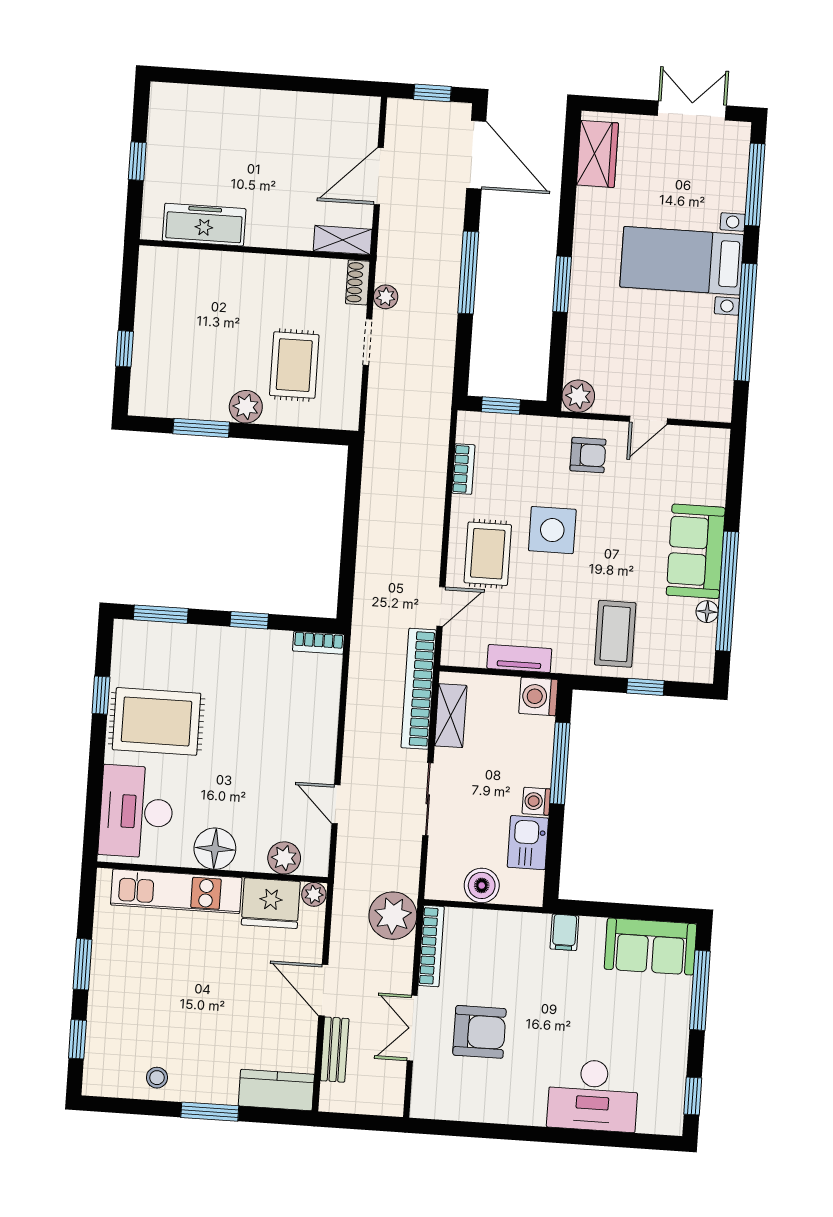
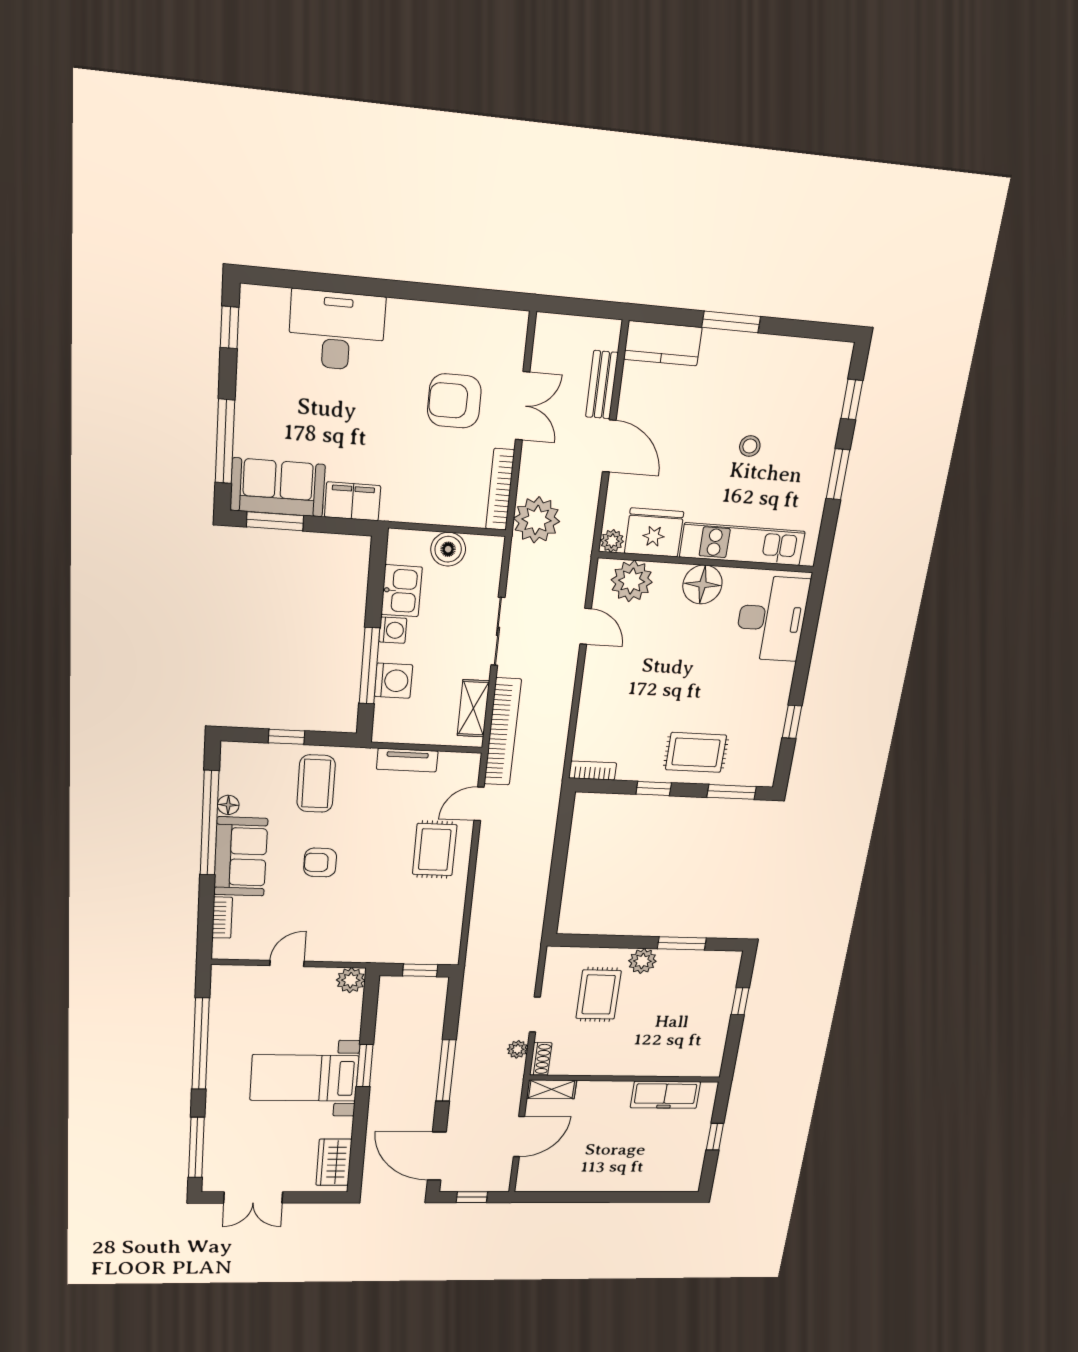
bed with nightstands: (682, 261) -> (304, 1078), moved, turned 180
armchair: (588, 455) -> (320, 862), moved
bookcase: (463, 469) -> (222, 918), moved, turned 180
side table: (552, 530) -> (375, 871), removed
washing machine: (538, 696) -> (393, 681), moved
rug: (157, 721) -> (696, 752), moved, width x0.73, depth x0.70
plant: (284, 858) -> (632, 581), width x1.36, depth x1.36
window: (654, 913) -> (275, 521), added
filing cabinet: (564, 932) -> (353, 501), width x2.00
stool: (157, 1078) -> (750, 446), moved

